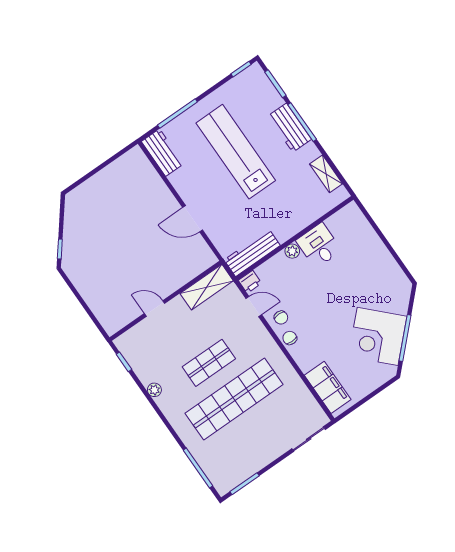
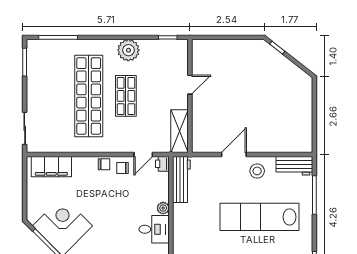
lab bench: (236, 152) -> (260, 217), turned 180
stool: (193, 185) -> (257, 171), added
plant: (154, 390) -> (128, 50), width x1.88, depth x1.88

